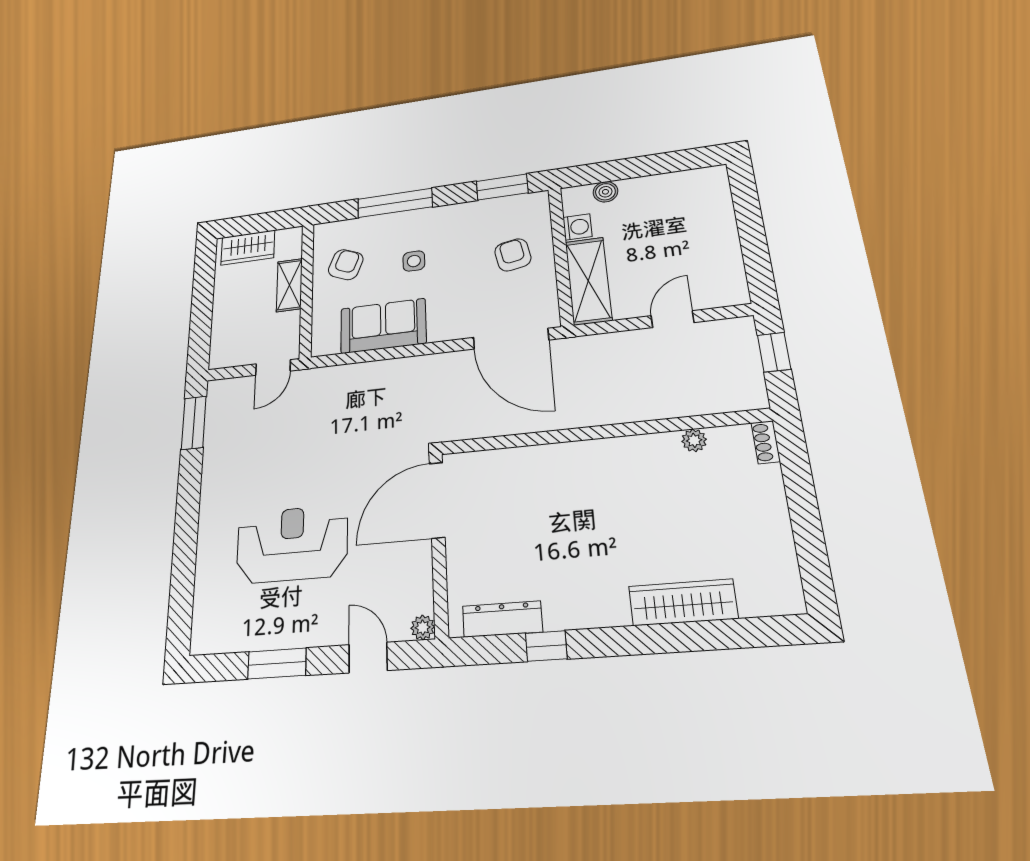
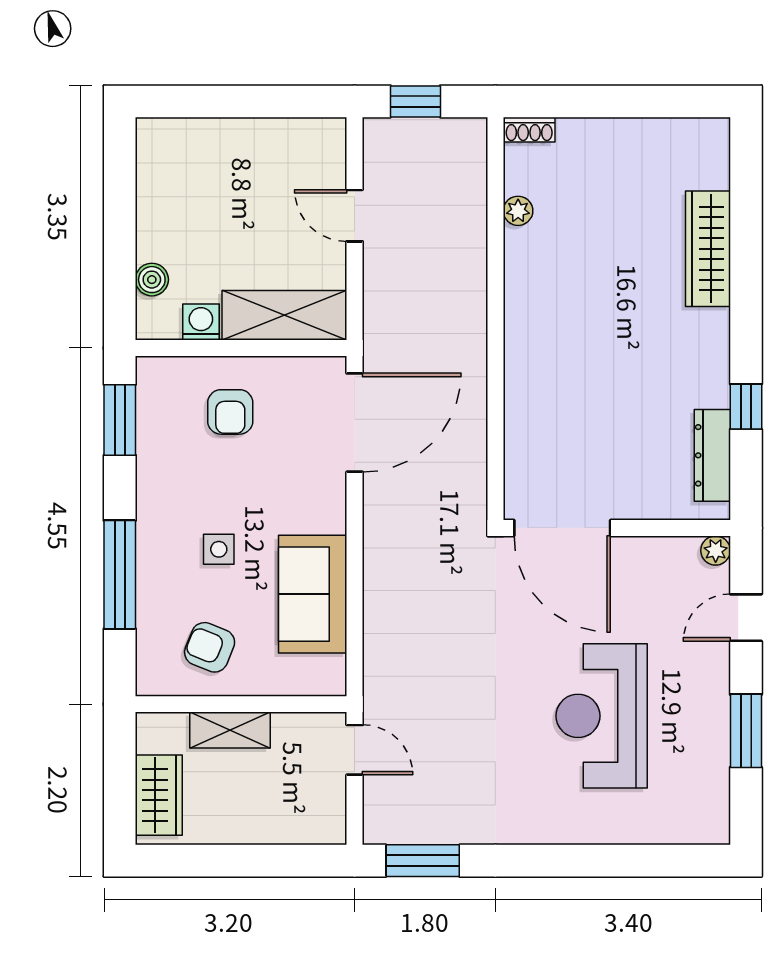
armchair: (513, 255) -> (230, 412), turned -79

